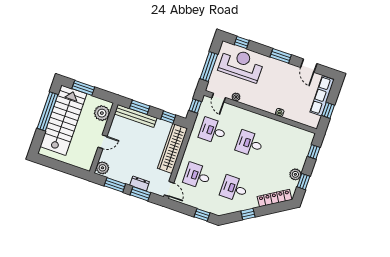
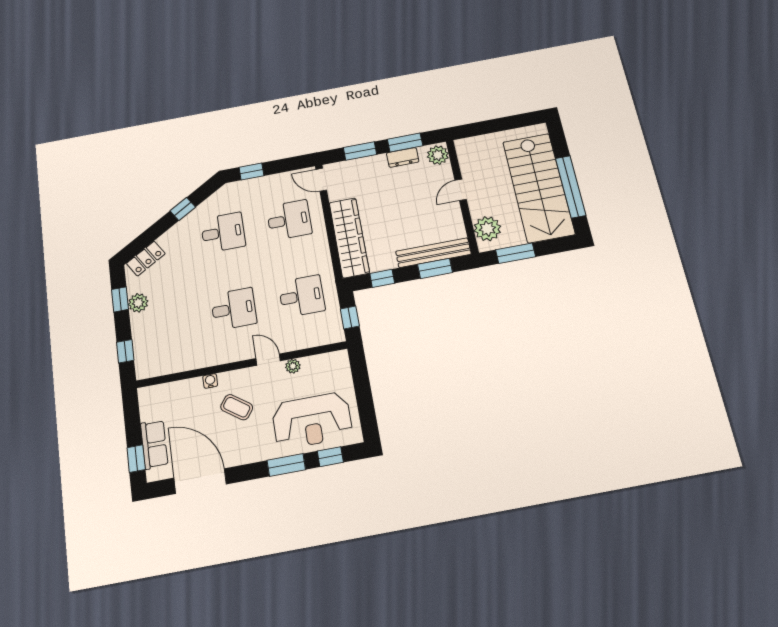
window: (281, 56) -> (286, 465), moved
door: (309, 66) -> (200, 481), width x1.87
window: (209, 67) -> (363, 389), removed
window: (83, 88) -> (516, 253), moved
coffee table: (273, 92) -> (237, 407), added
row of seats: (322, 96) -> (154, 444), width x0.68
door: (219, 98) -> (268, 360), moved
window: (328, 110) -> (136, 459), moved
dresser: (140, 184) -> (403, 157), moved
locker: (274, 198) -> (146, 259), width x0.66

